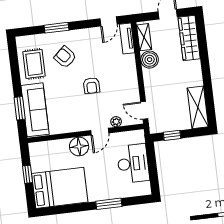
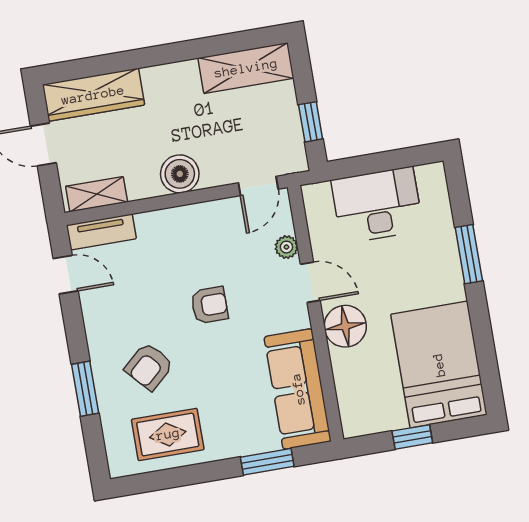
boiler: (150, 60) -> (180, 174), moved
sofa: (35, 110) -> (298, 389), moved, turned -90

